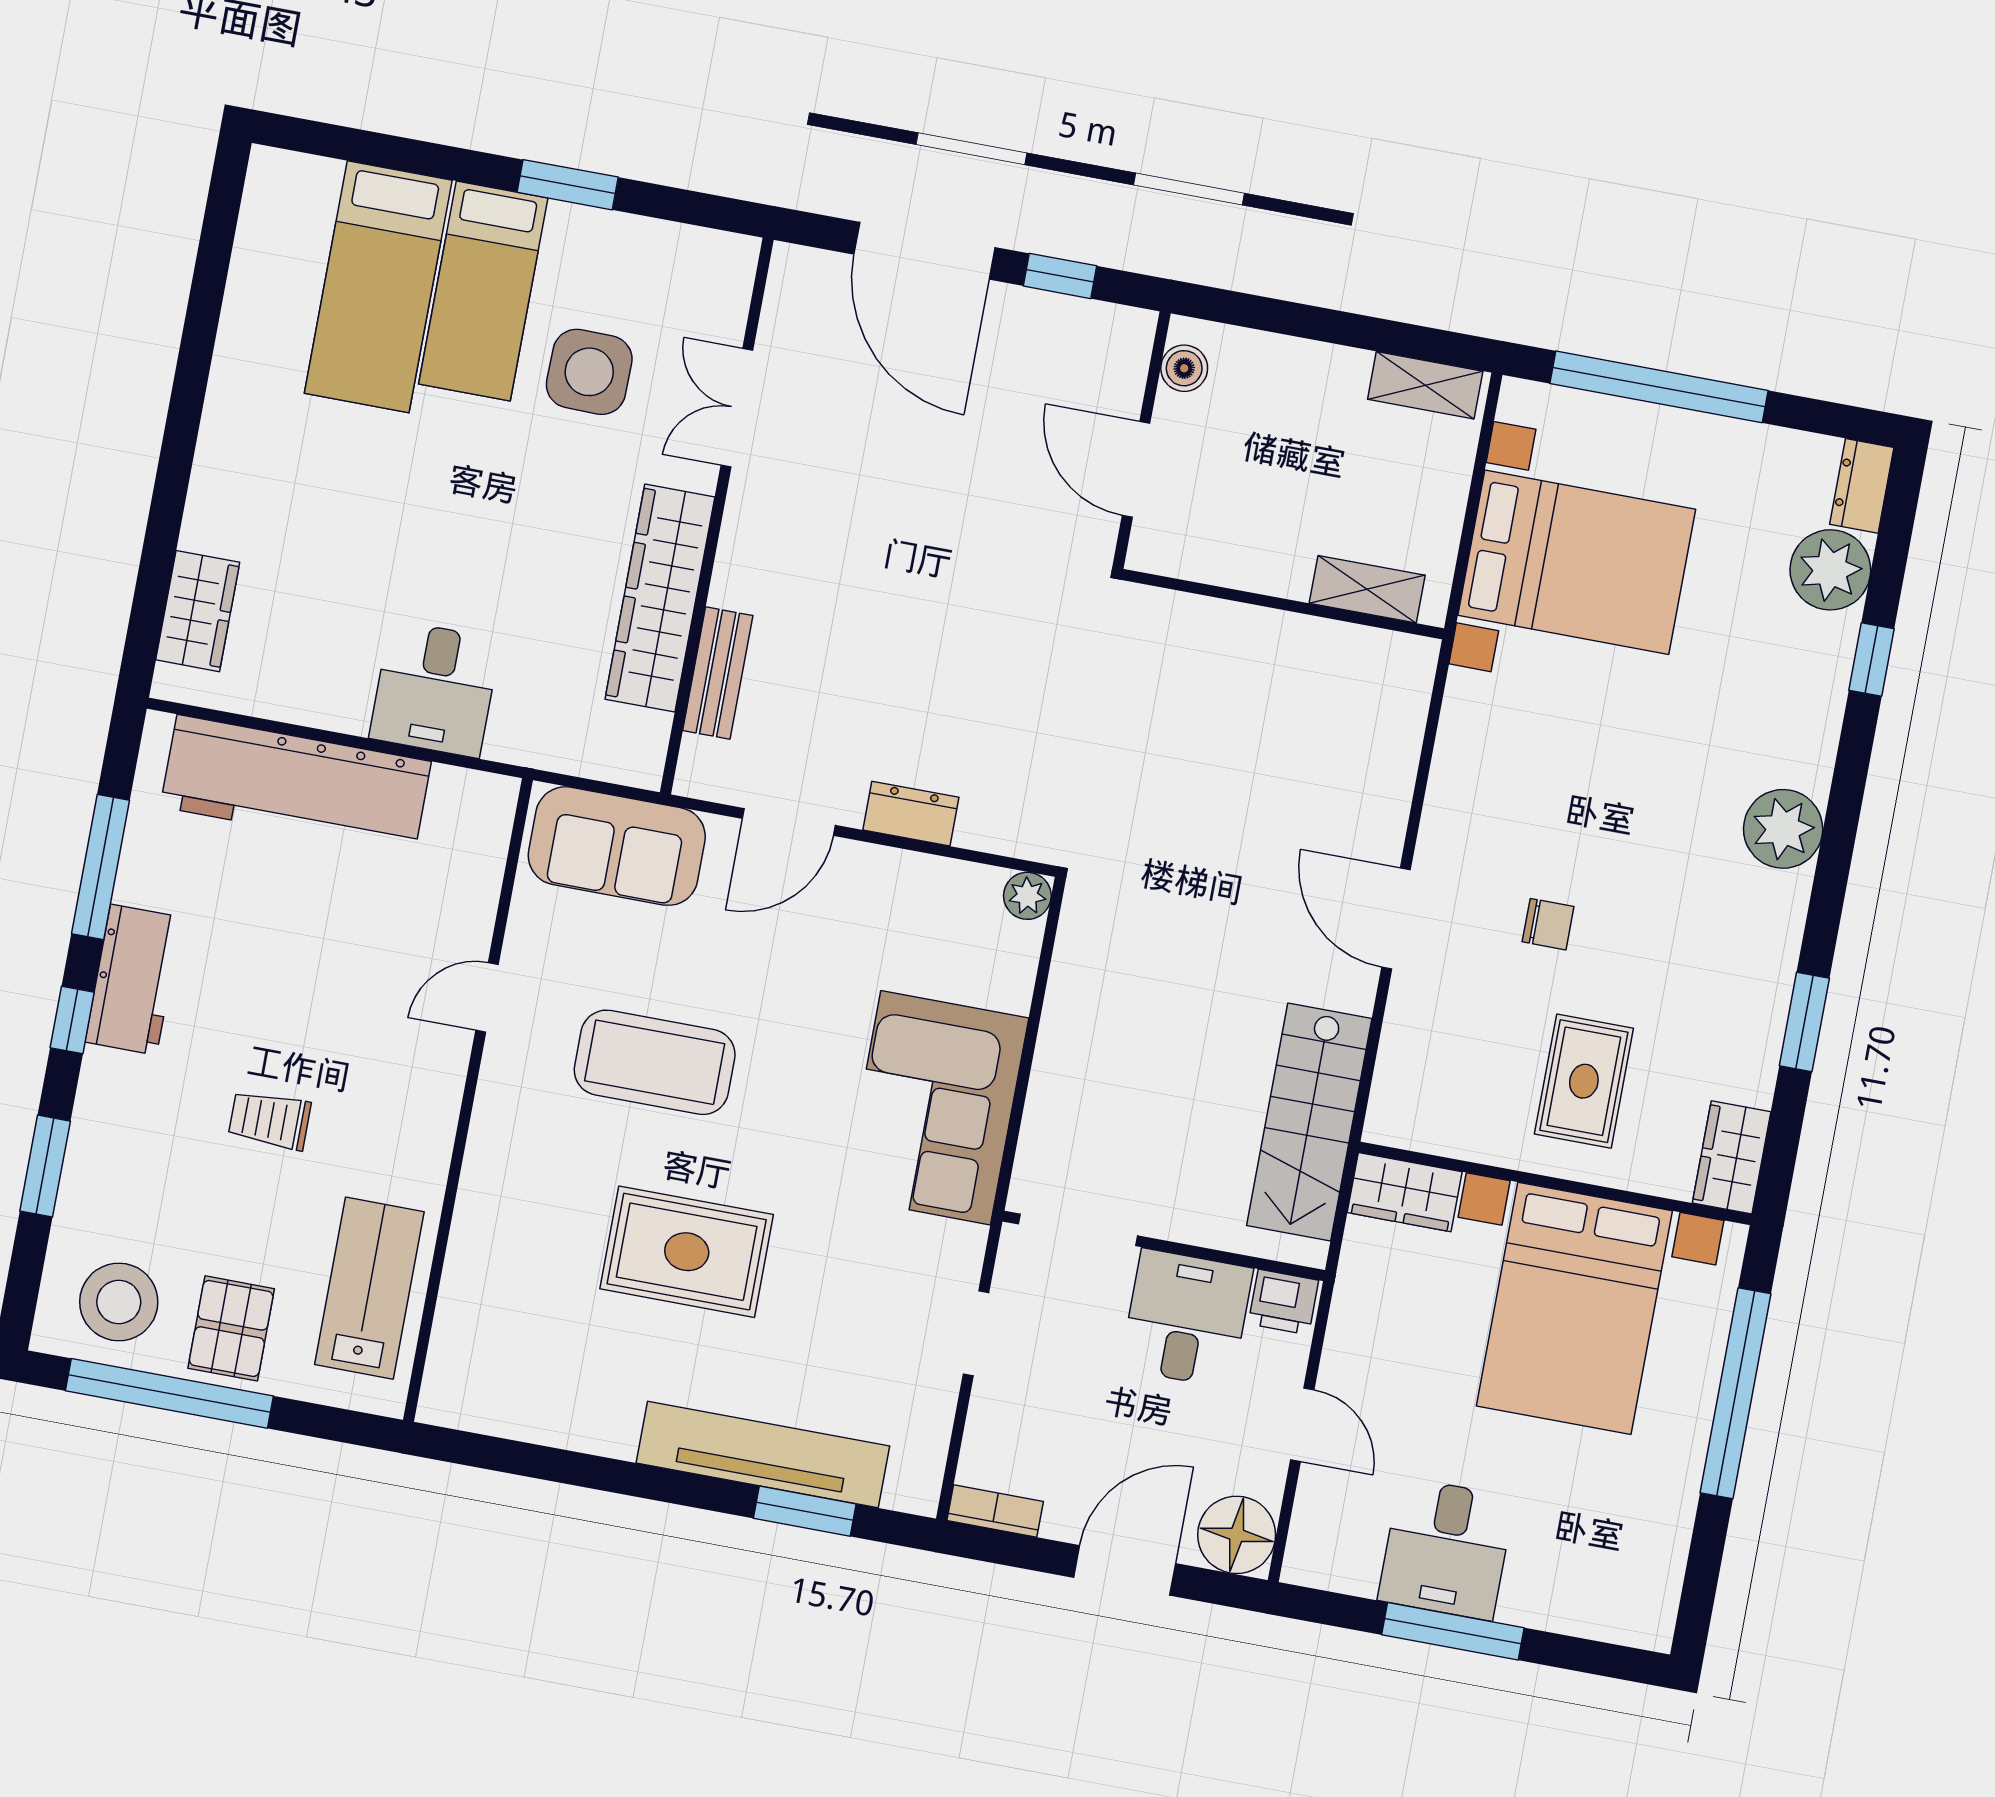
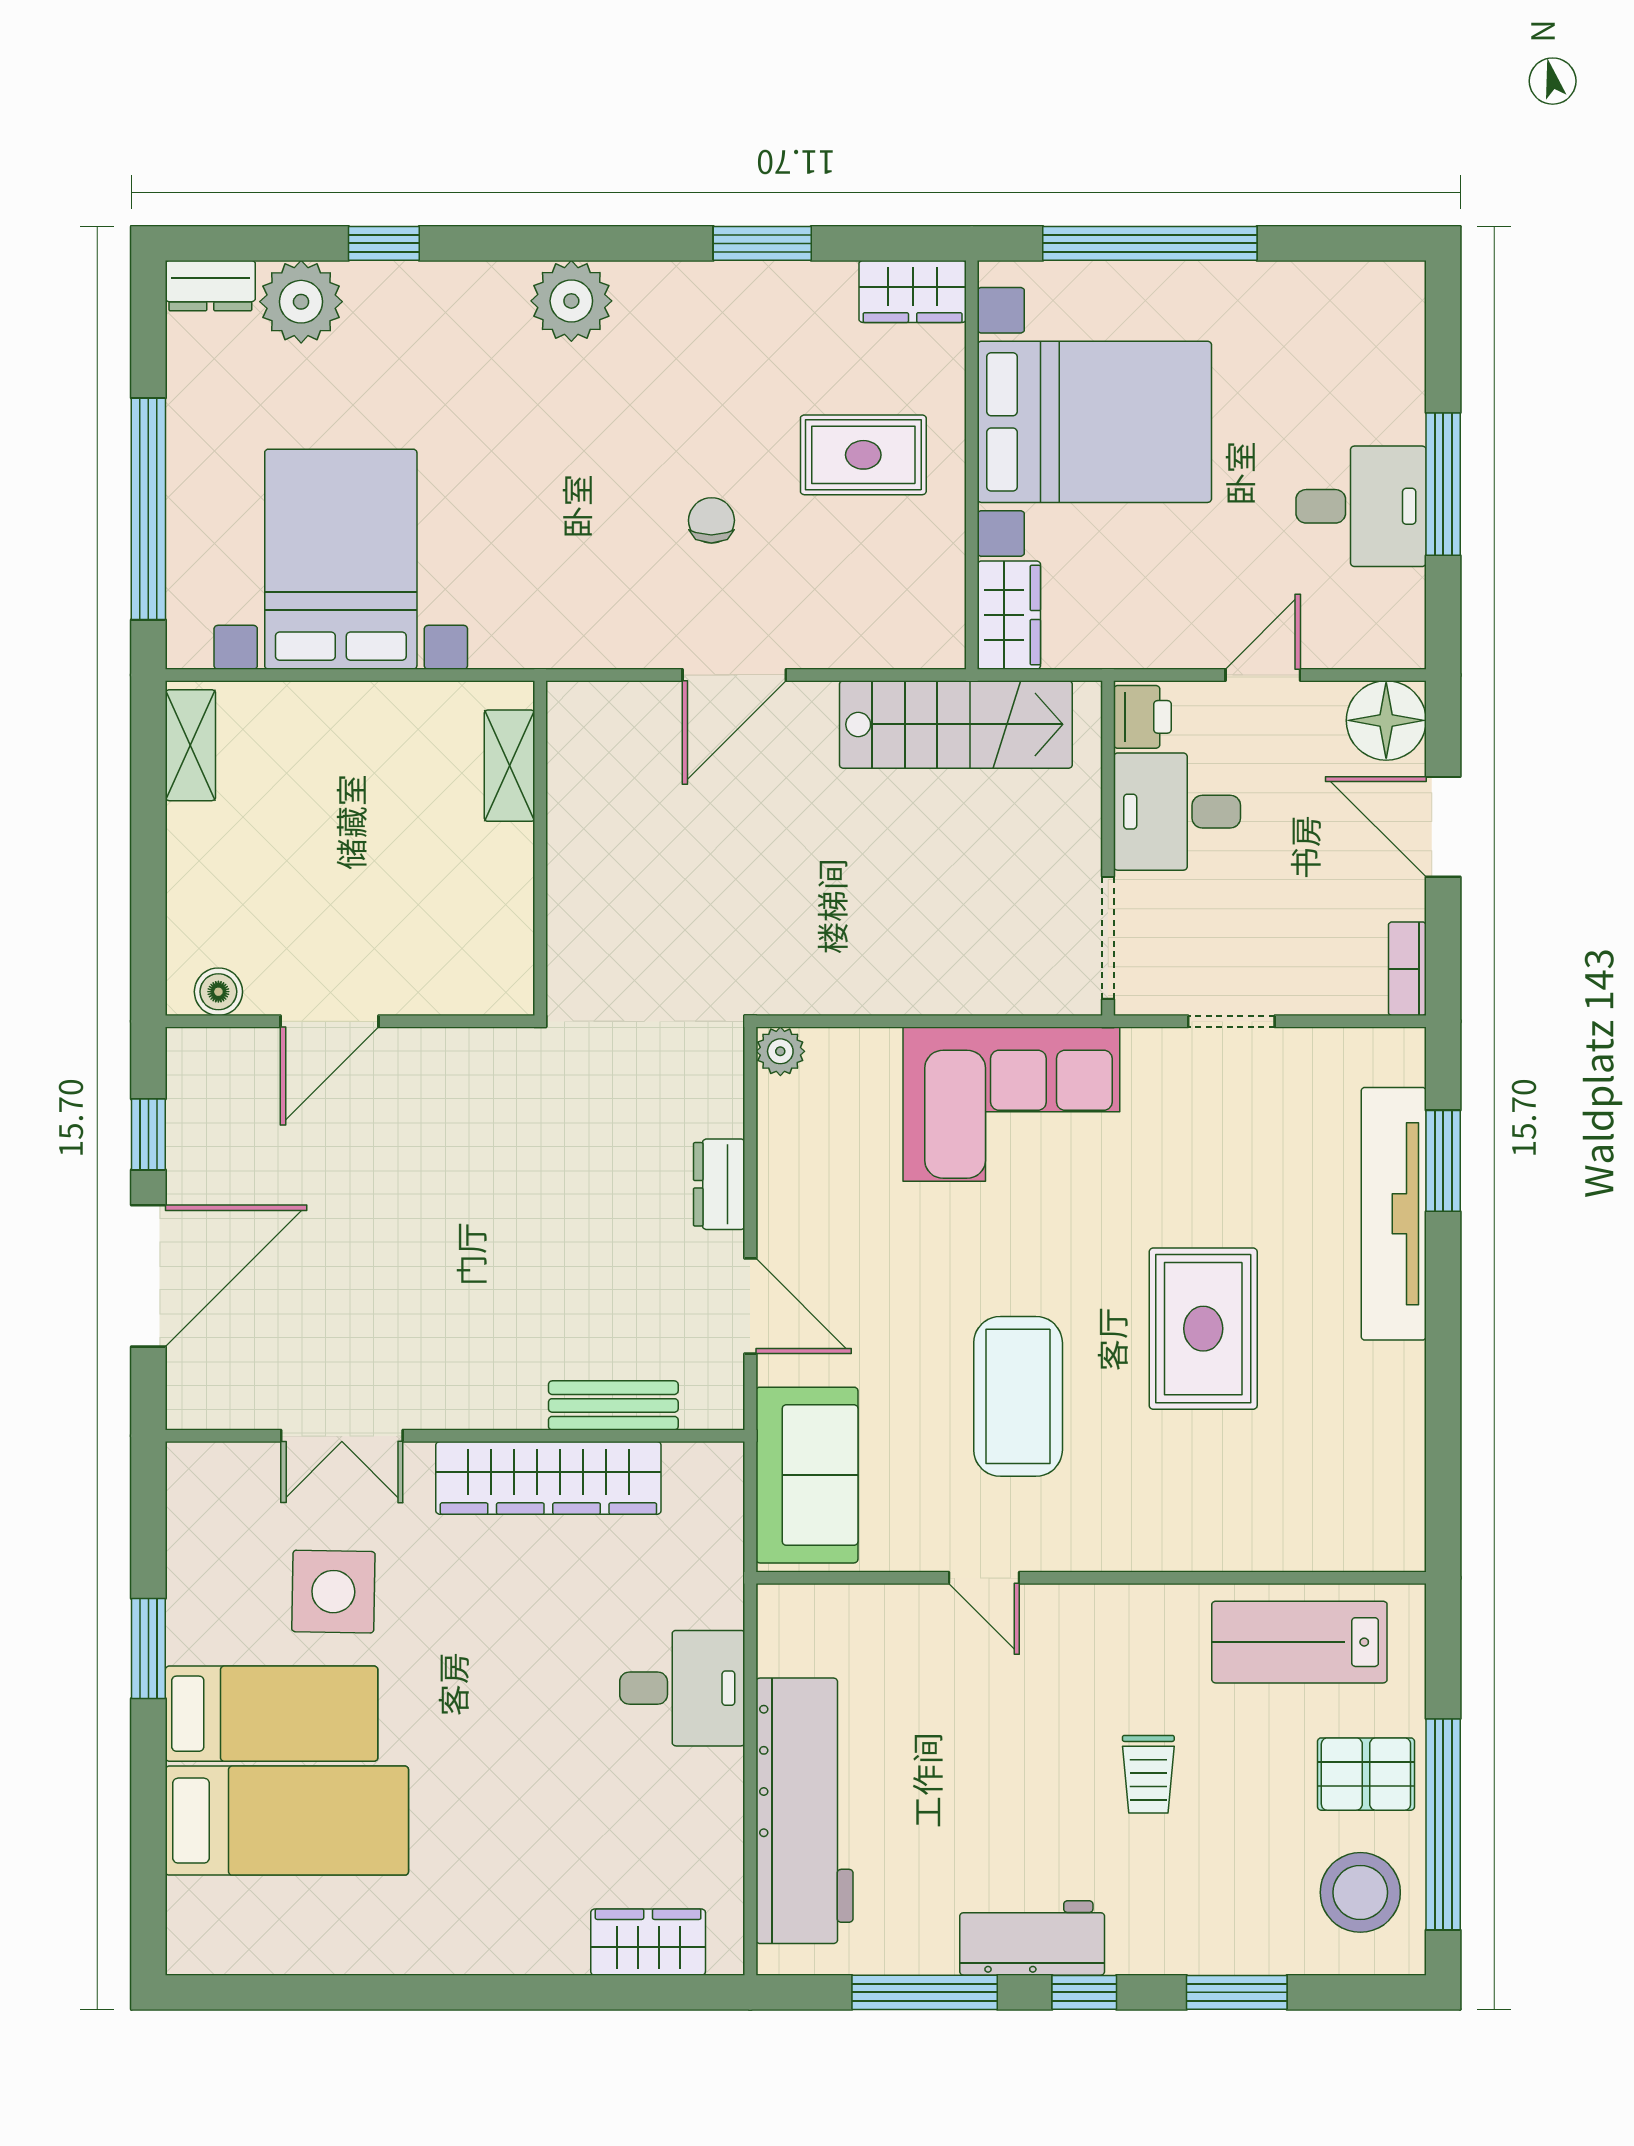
shelving: (1367, 589) -> (509, 766), moved
wall: (1283, 604) -> (540, 848), moved

